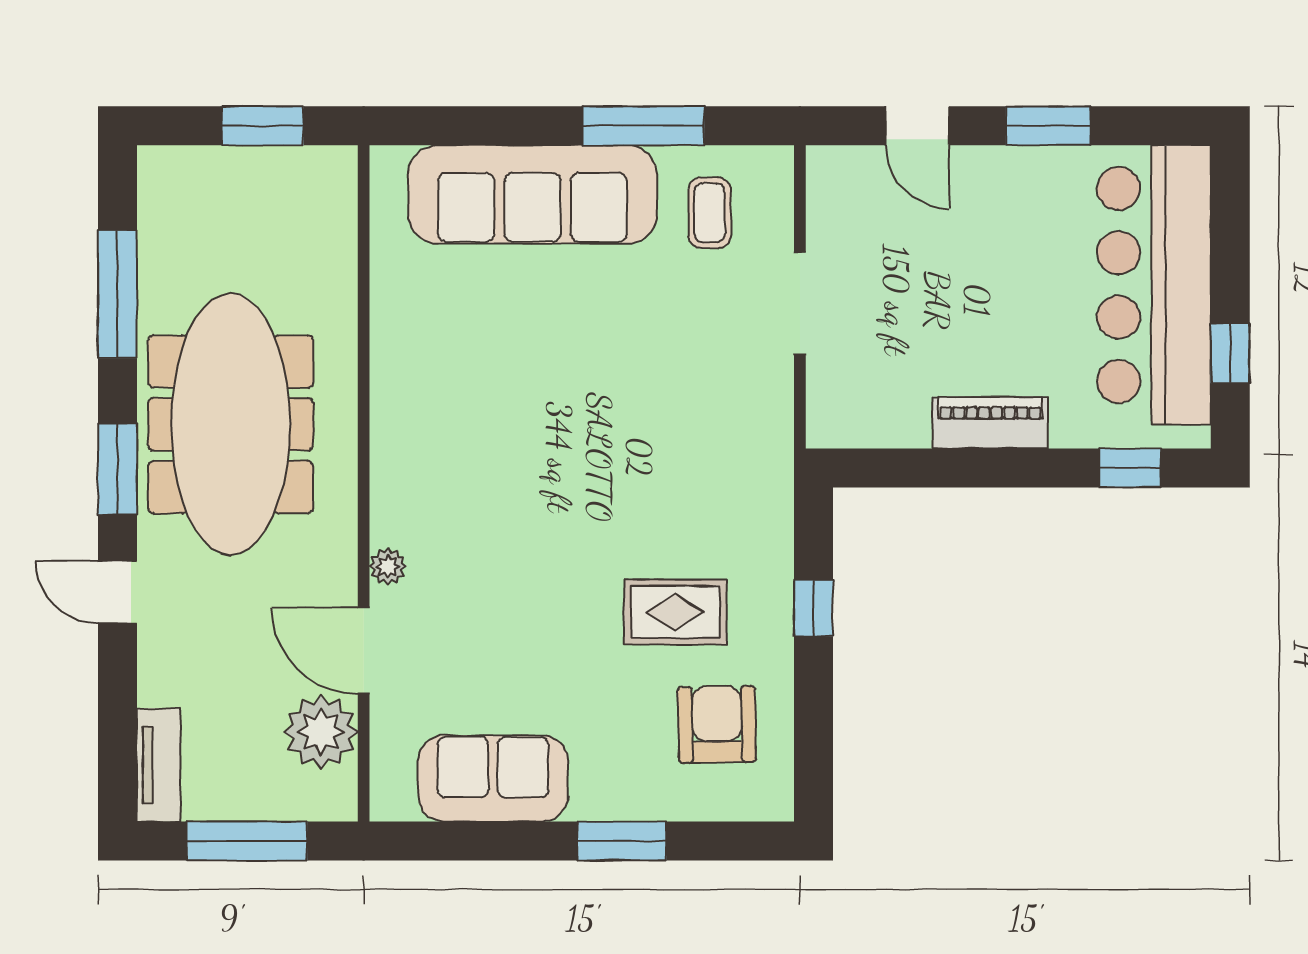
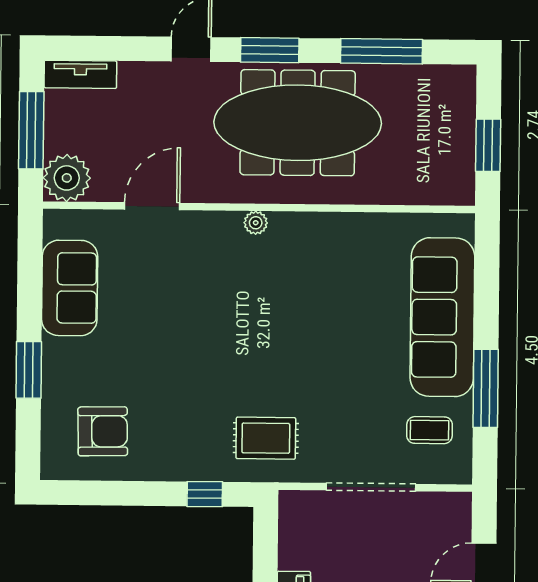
doorway: (800, 303) -> (371, 487), width x1.36
plant: (388, 566) -> (256, 223), moved
window: (813, 608) -> (205, 494), moved
rug: (675, 612) -> (266, 438), moved, turned 90
plant: (321, 732) -> (67, 178), moved

